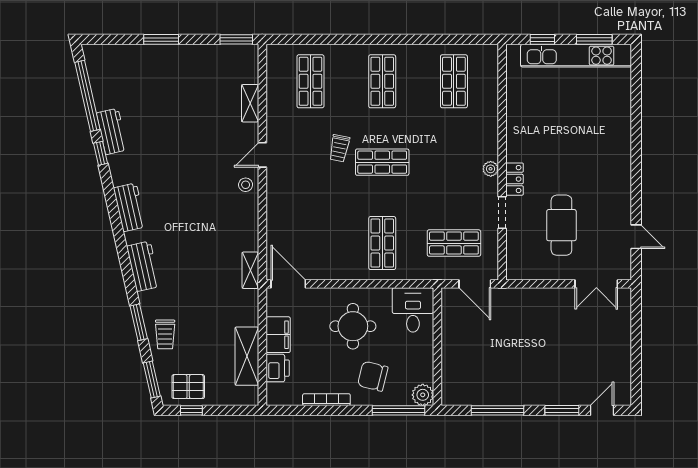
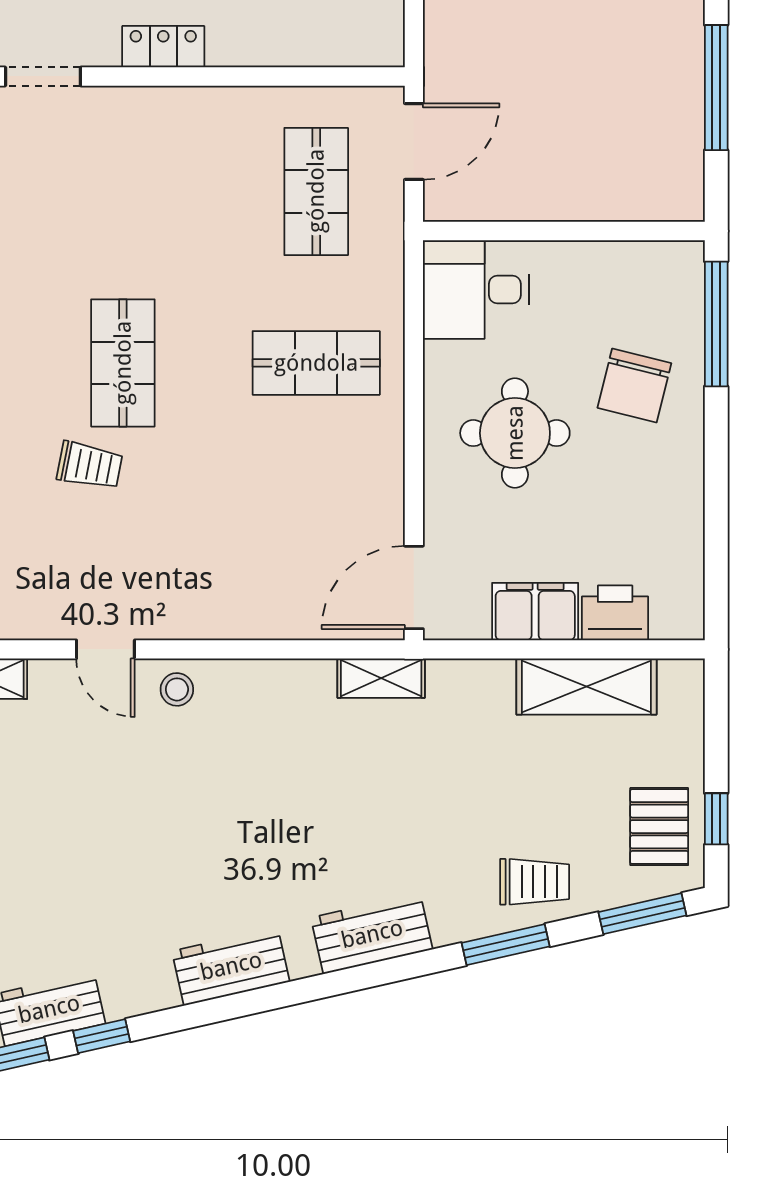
plant: (491, 169) -> (139, 104), removed
doorway: (502, 212) -> (43, 76), moved
plant: (423, 395) -> (679, 266), removed
bookcase: (326, 400) -> (690, 496), removed

